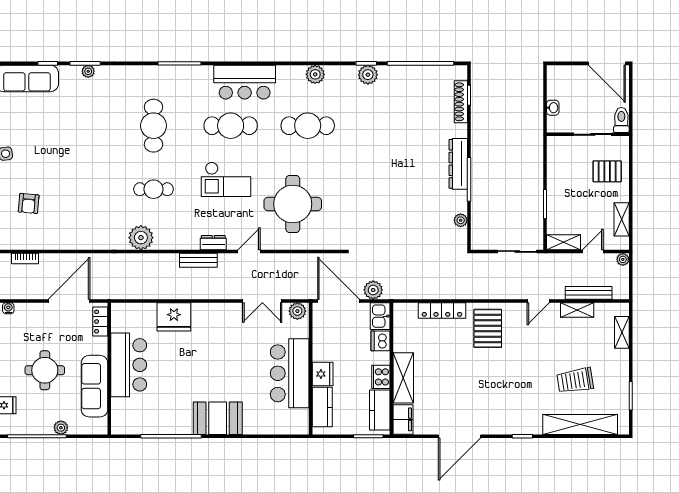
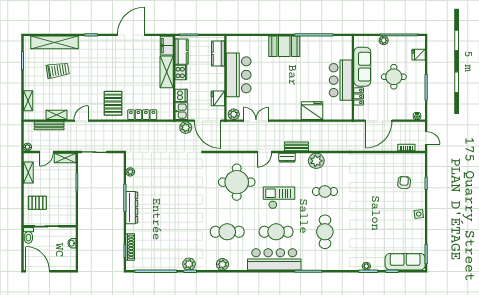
bar counter: (245, 82) -> (274, 259), width x1.36
plant: (141, 238) -> (316, 161), moved
locker: (100, 322) -> (359, 96), moved
fridge: (323, 374) -> (218, 98), moved

